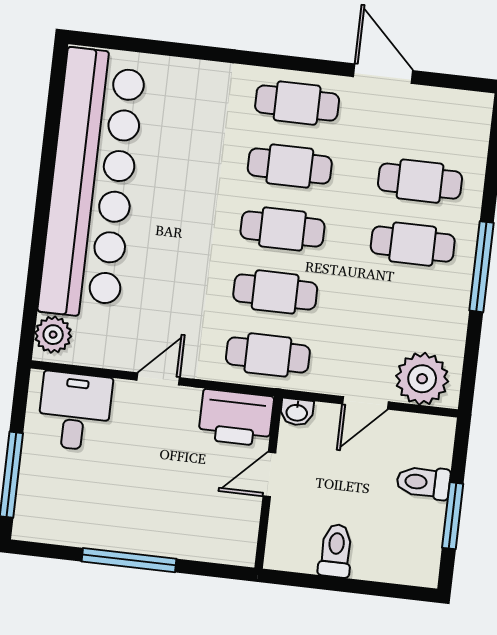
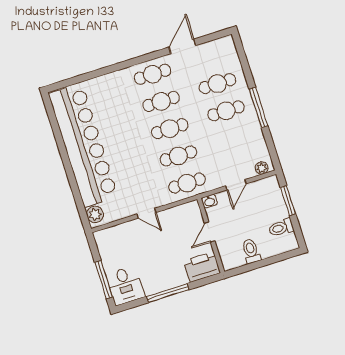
door: (383, 74) -> (182, 46), hinge flipped
door: (158, 379) -> (146, 213), swing flipped
plant: (422, 379) -> (262, 168), width x0.53, depth x0.53
desk: (75, 411) -> (125, 286), moved, turned 180
printer: (236, 418) -> (202, 267), moved, turned 180
toilet: (423, 482) -> (281, 228), moved
window: (453, 516) -> (288, 201), moved

